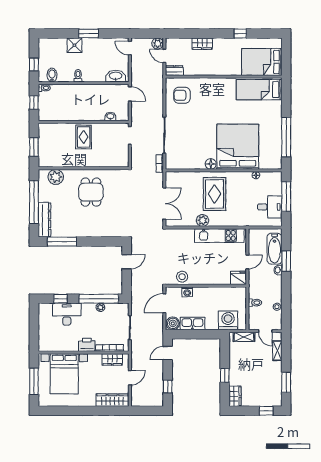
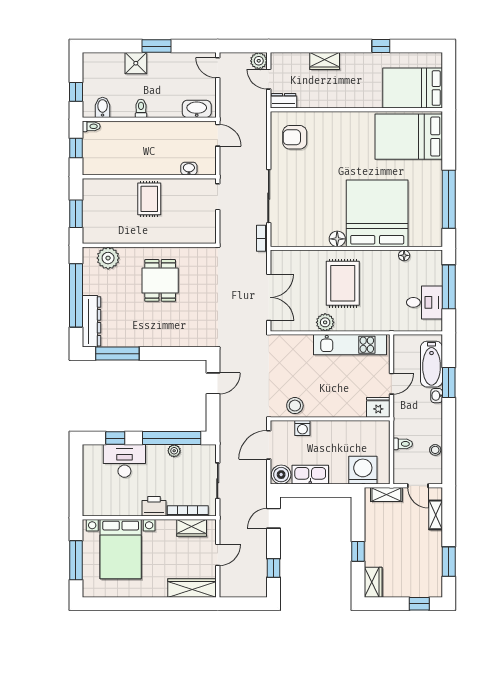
bed: (259, 90) -> (409, 137), width x1.50

